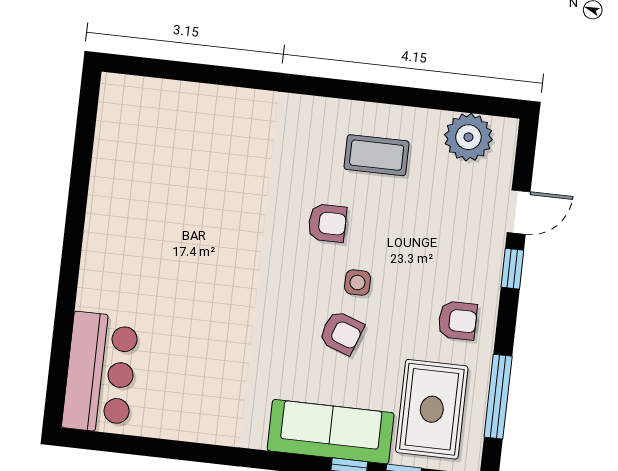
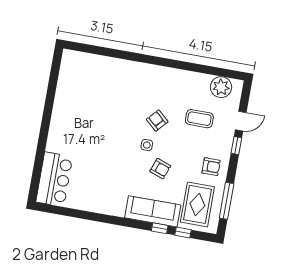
coffee table: (377, 155) -> (199, 119), moved
armchair: (327, 223) -> (157, 121), turned -138
side table: (358, 283) -> (147, 145), moved

